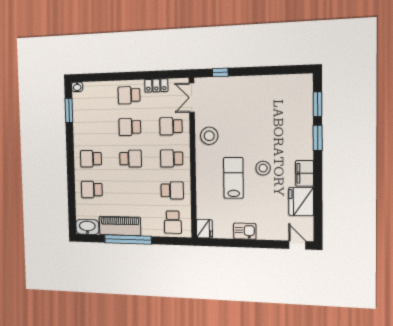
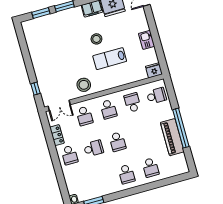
school desk: (130, 127) -> (93, 148), turned -90
school desk: (131, 159) -> (117, 142), turned 180
washbasin: (87, 227) -> (181, 164), removed

